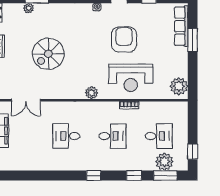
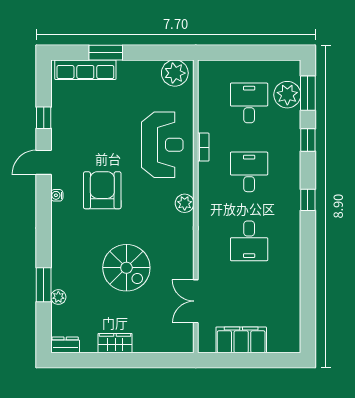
armchair: (124, 39) -> (102, 190), moved, turned 90
double door: (26, 100) -> (196, 301), swing flipped
window: (193, 152) -> (272, 53), removed

